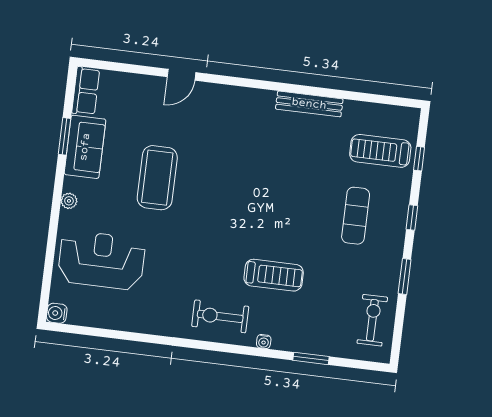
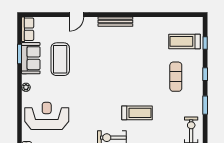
bench: (309, 104) -> (115, 22), moved
coffee table: (157, 178) -> (60, 59), moved

